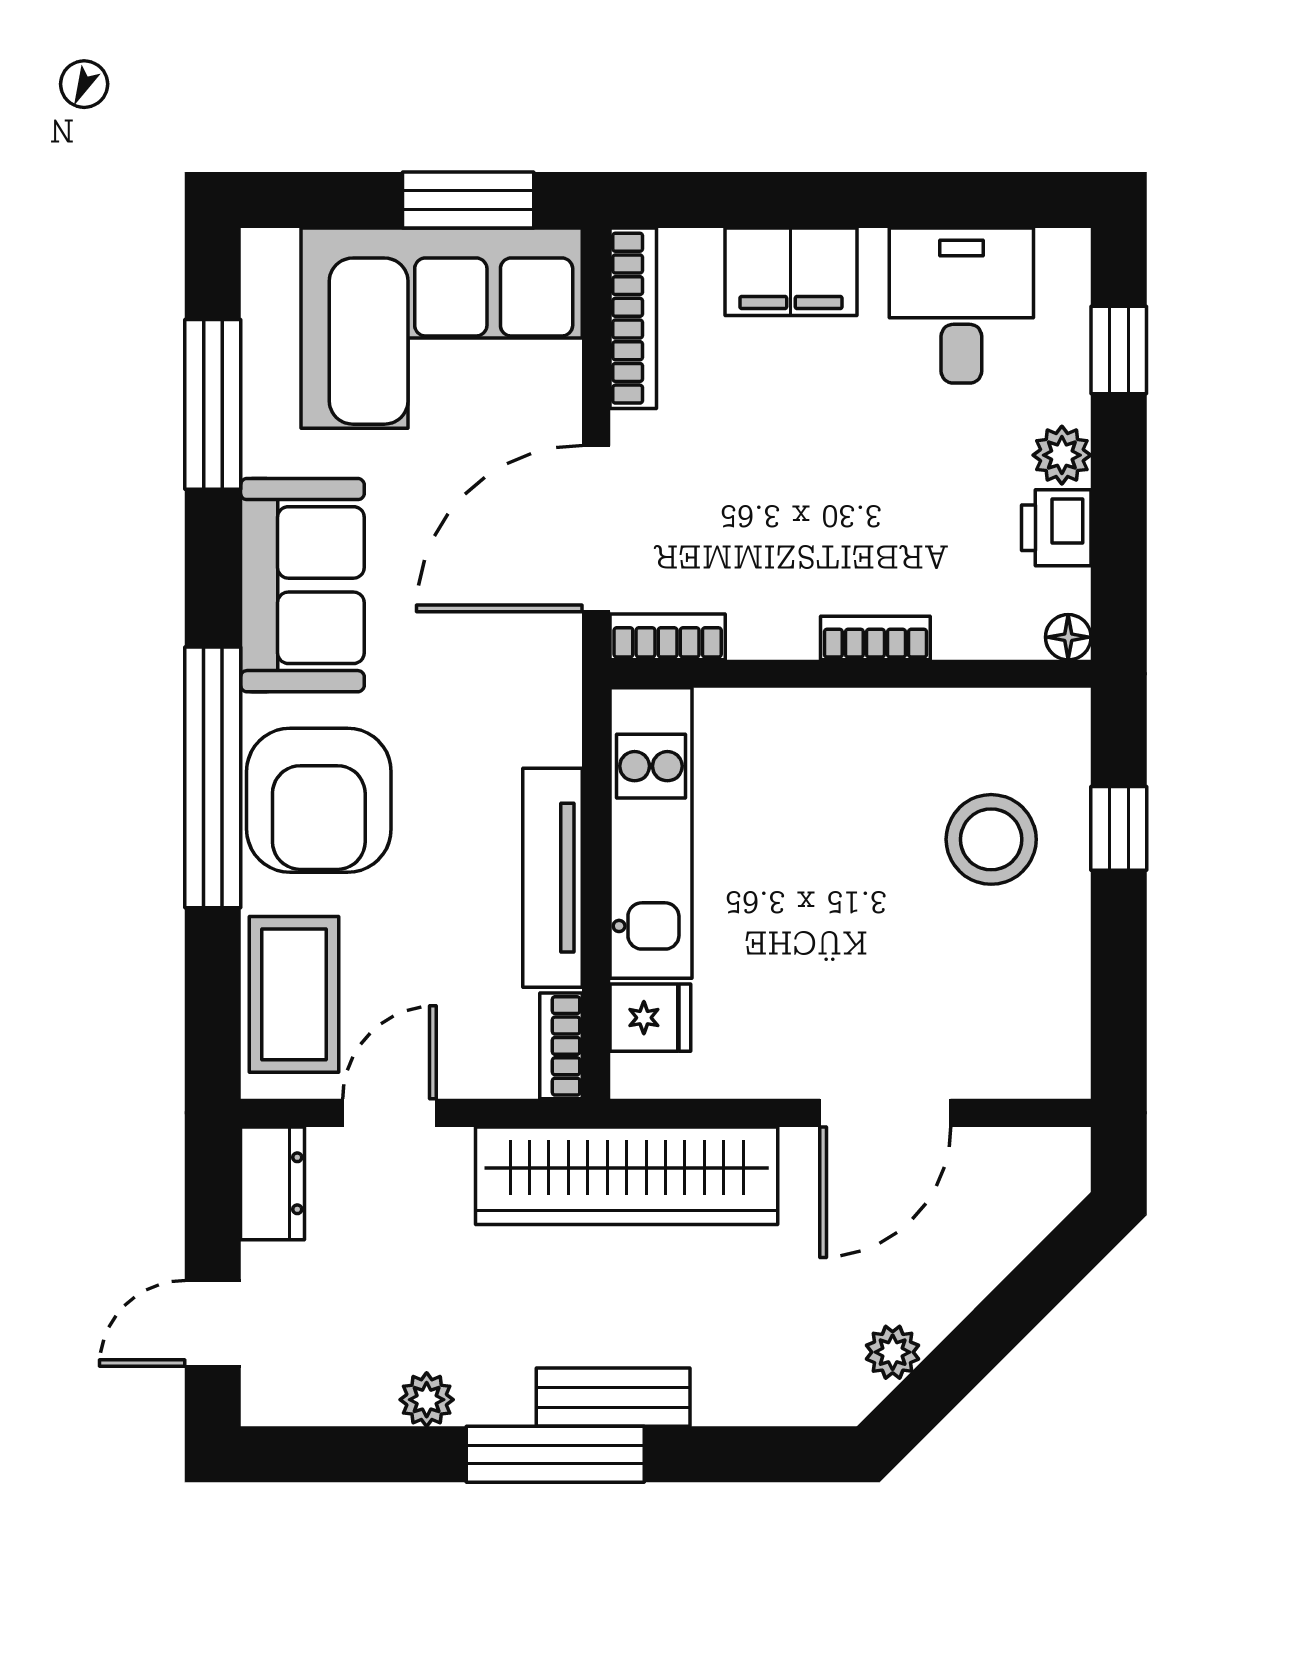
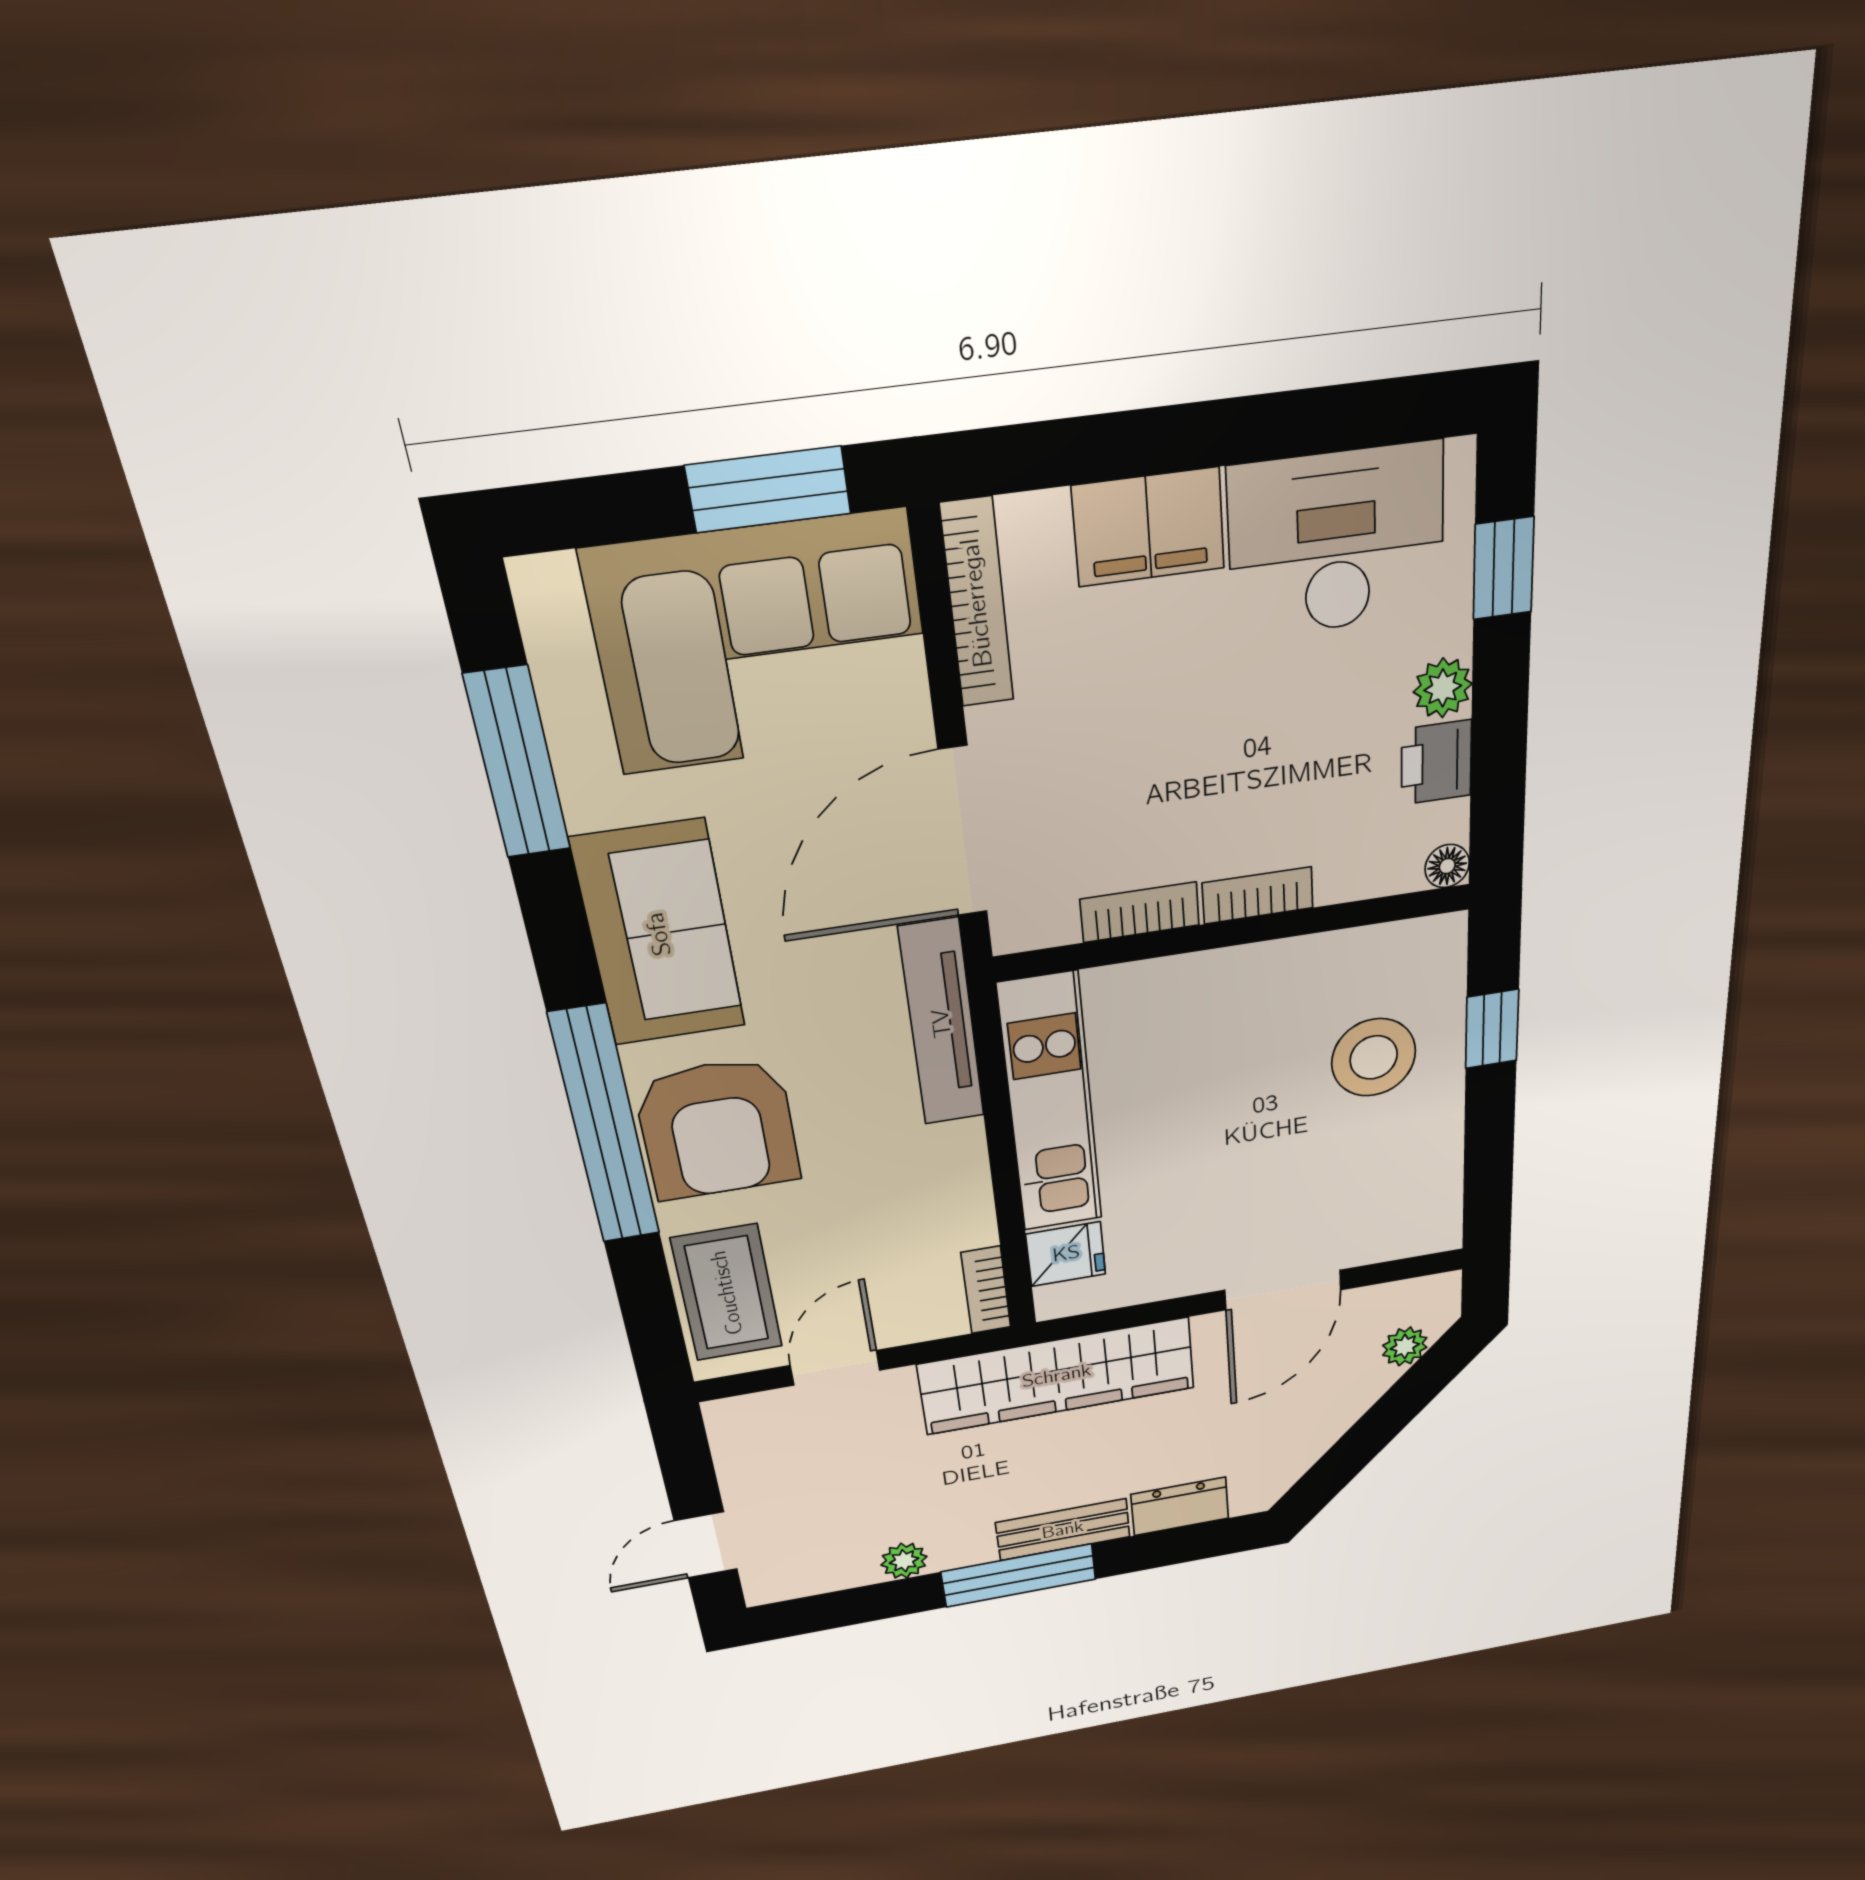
desk: (961, 306) -> (1337, 541), width x1.37
bookcase: (668, 637) -> (1140, 912), moved
tv unit: (552, 878) -> (942, 1023), moved
dresser: (272, 1183) -> (1180, 1506), moved, turned -90
plant: (893, 1352) -> (1405, 1346), moved

